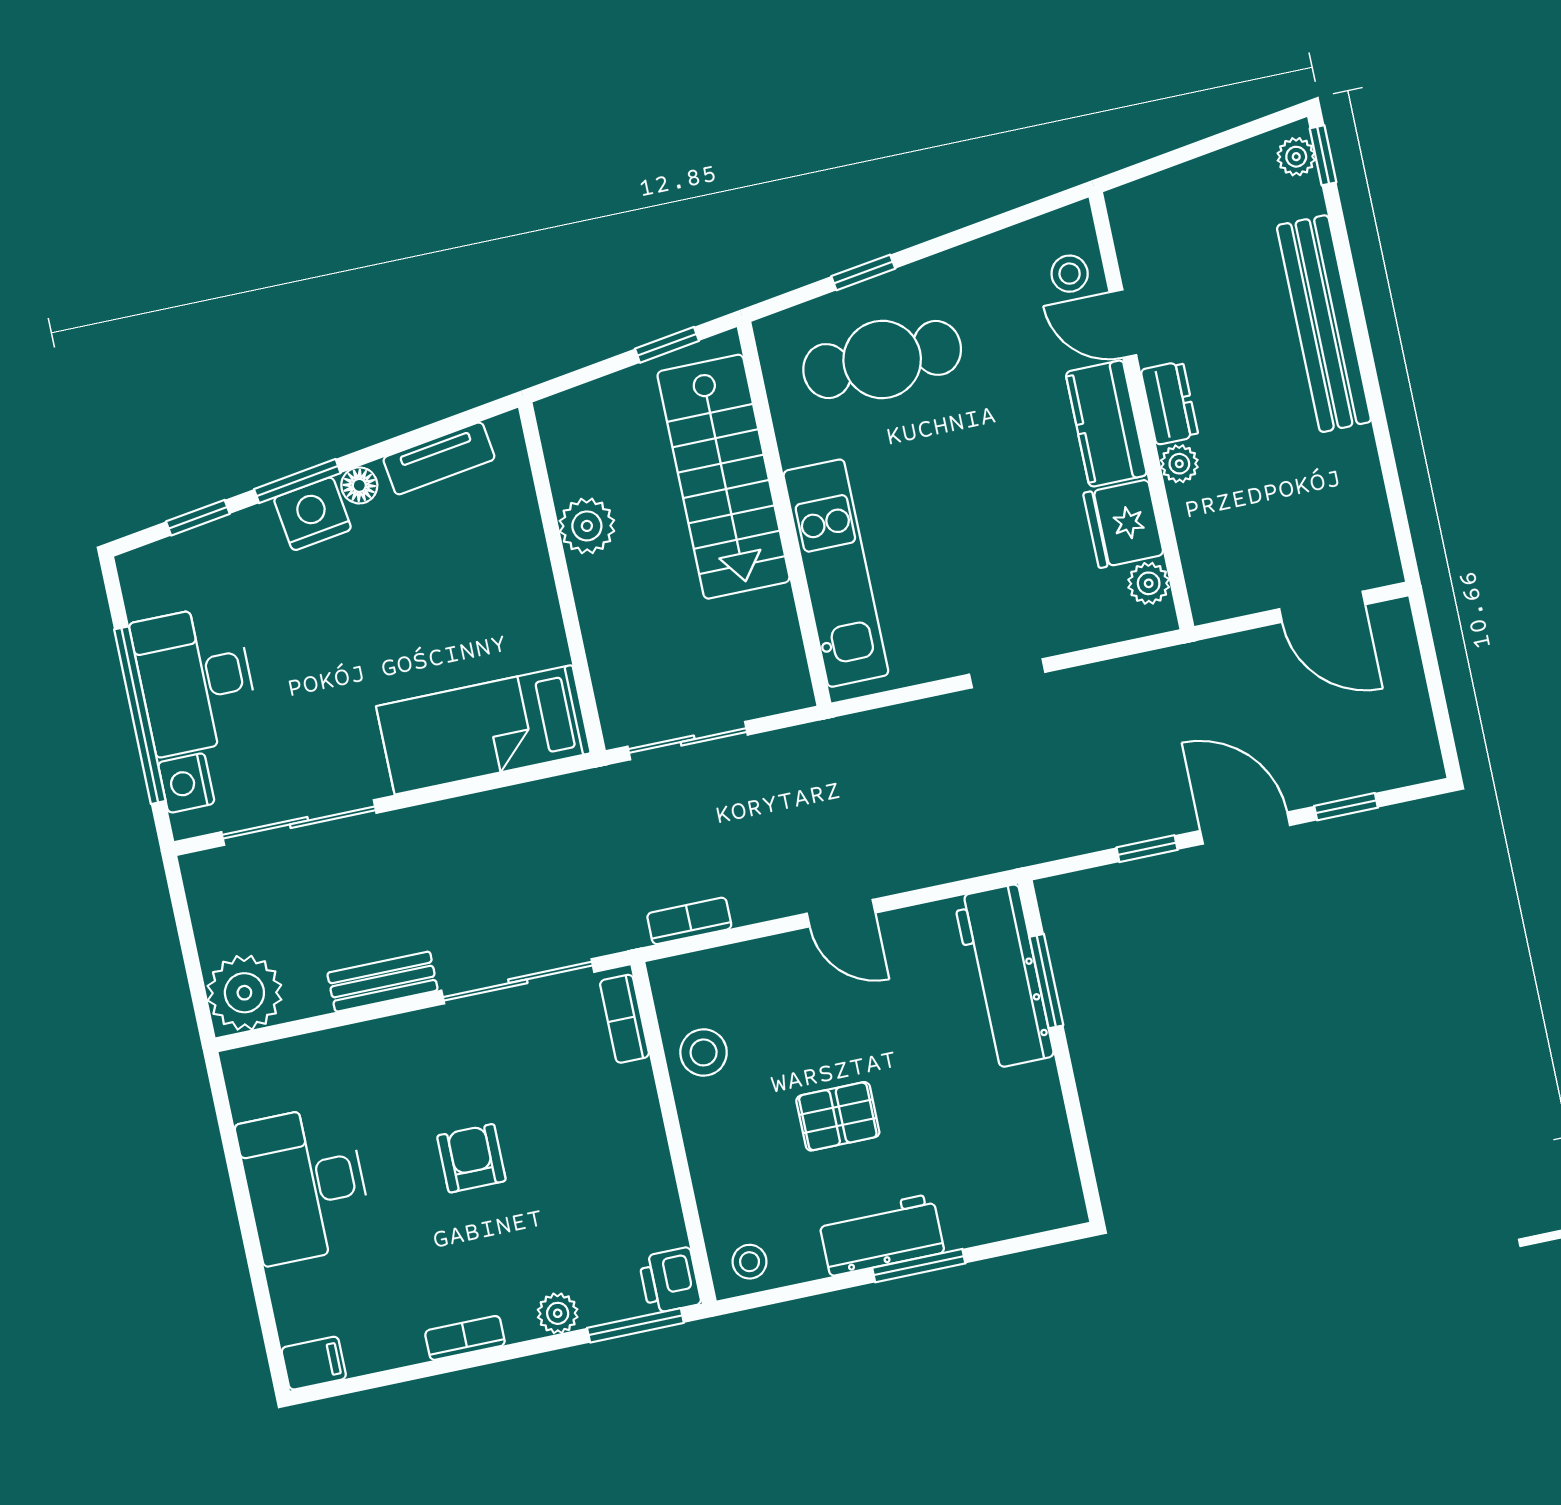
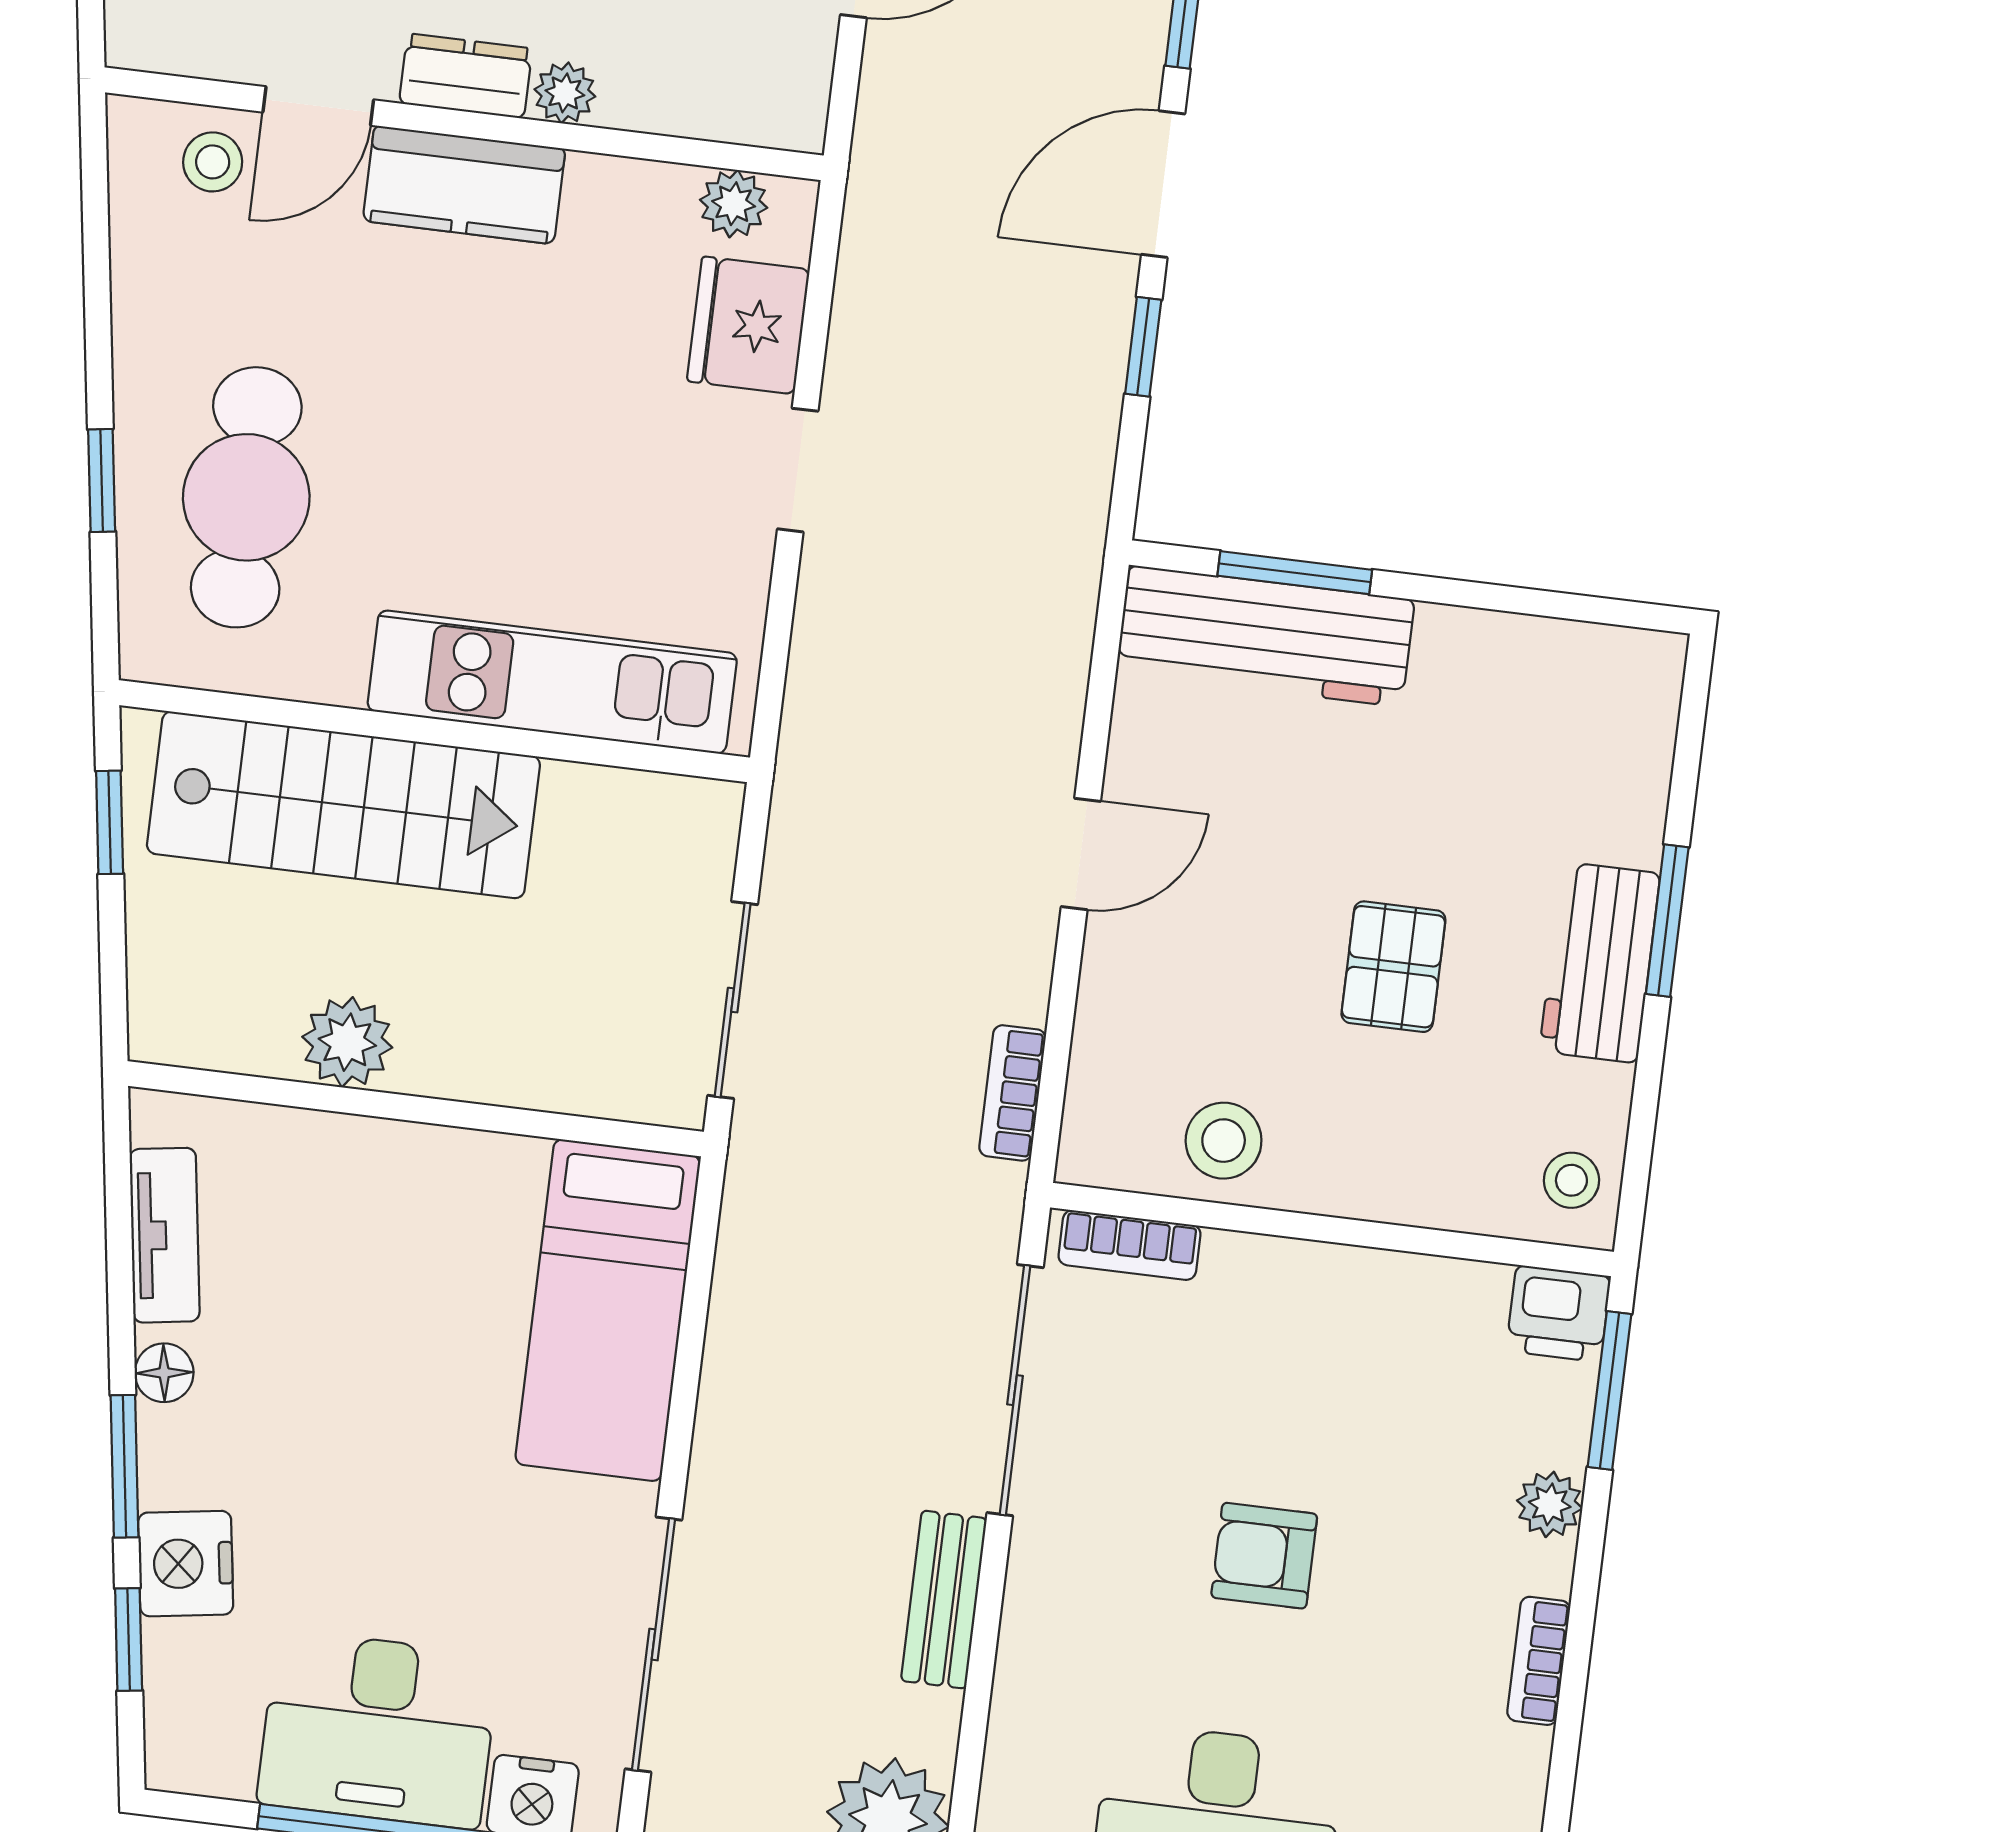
nightstand: (312, 514) -> (186, 1564), moved
fridge: (1123, 524) -> (748, 325), moved, turned 90

